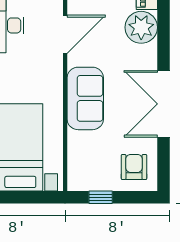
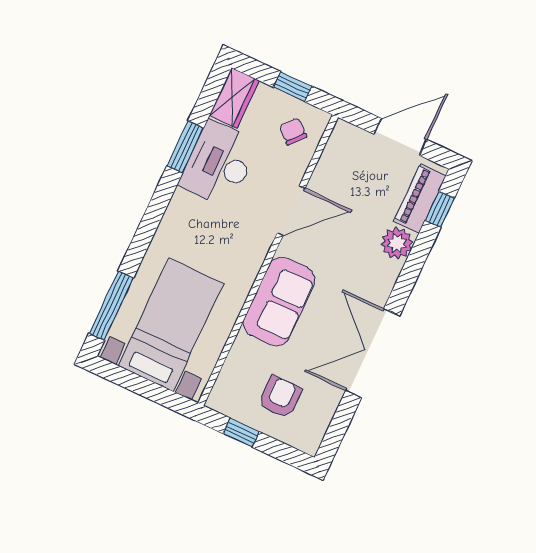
plant: (141, 27) -> (397, 243), width x0.73, depth x0.73
armchair: (134, 167) -> (280, 397), moved

